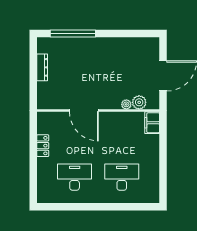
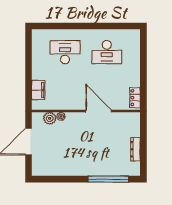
filing cabinet: (152, 123) -> (38, 90), moved
locker: (43, 146) -> (135, 98), moved
desk: (122, 177) -> (65, 52), turned 180

